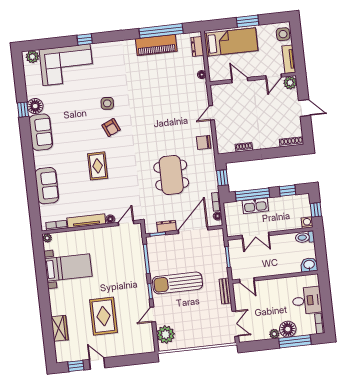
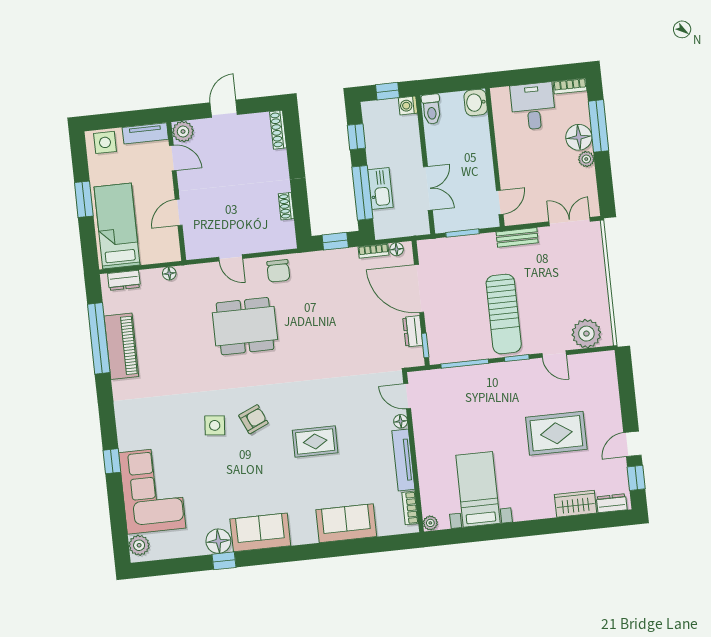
dining table: (171, 175) -> (245, 326), moved
dresser: (60, 351) -> (612, 503), added

